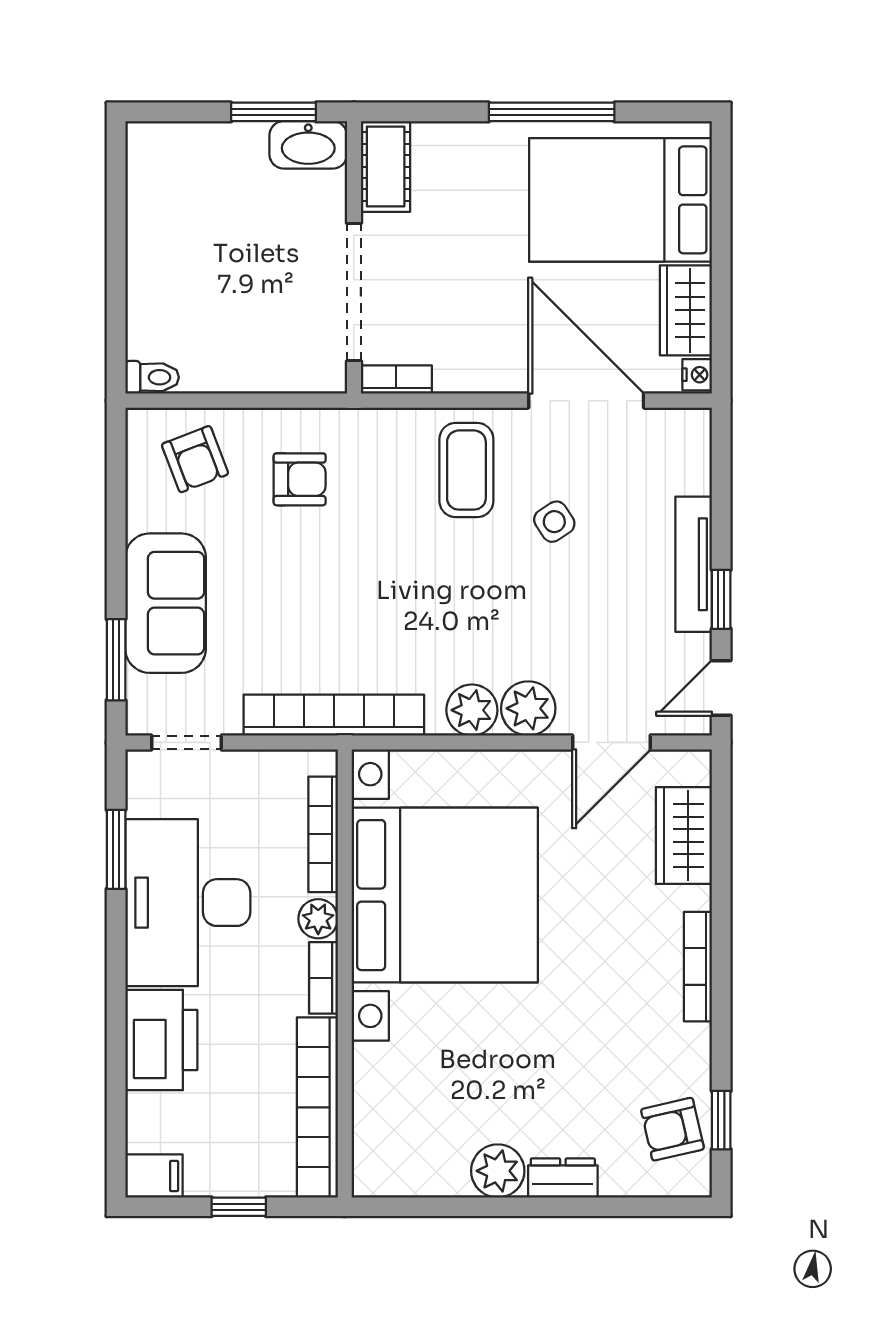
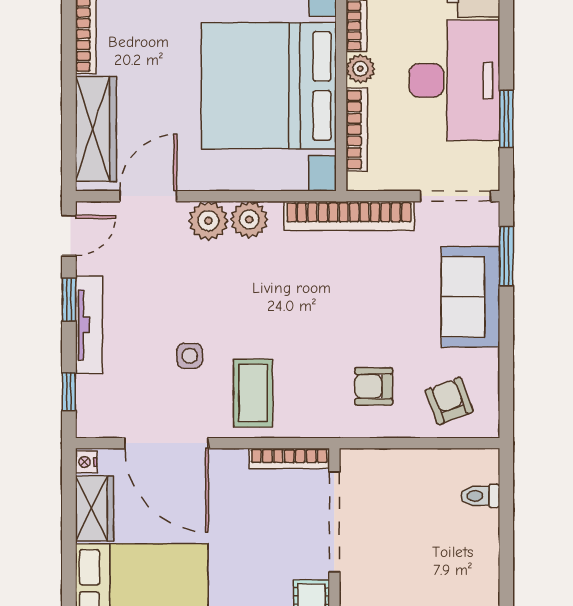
toilet: (152, 377) -> (480, 496), moved
bookcase: (396, 380) -> (289, 458), width x1.56
window: (721, 472) -> (69, 392), added
side table: (554, 522) -> (190, 356), turned 33
doorway: (187, 742) -> (455, 196), width x1.38
wardrobe: (684, 835) -> (96, 129), width x1.50

